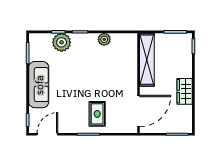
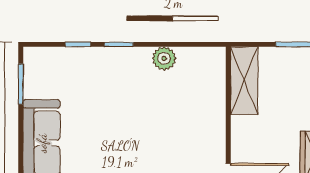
plant: (62, 42) -> (84, 64), removed
shelving: (147, 60) -> (244, 81), width x0.68

